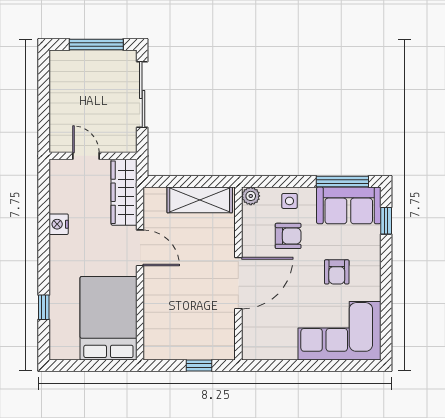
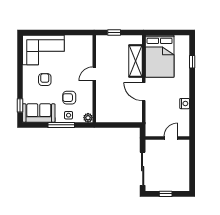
window: (96, 45) -> (166, 194), width x0.46
door: (86, 156) -> (171, 138), swing flipped
window: (342, 182) -> (61, 125), moved
wardrobe: (124, 192) -> (152, 120), removed
shelving: (200, 200) -> (136, 61), moved, turned 90
door: (238, 283) -> (94, 74), width x0.53

